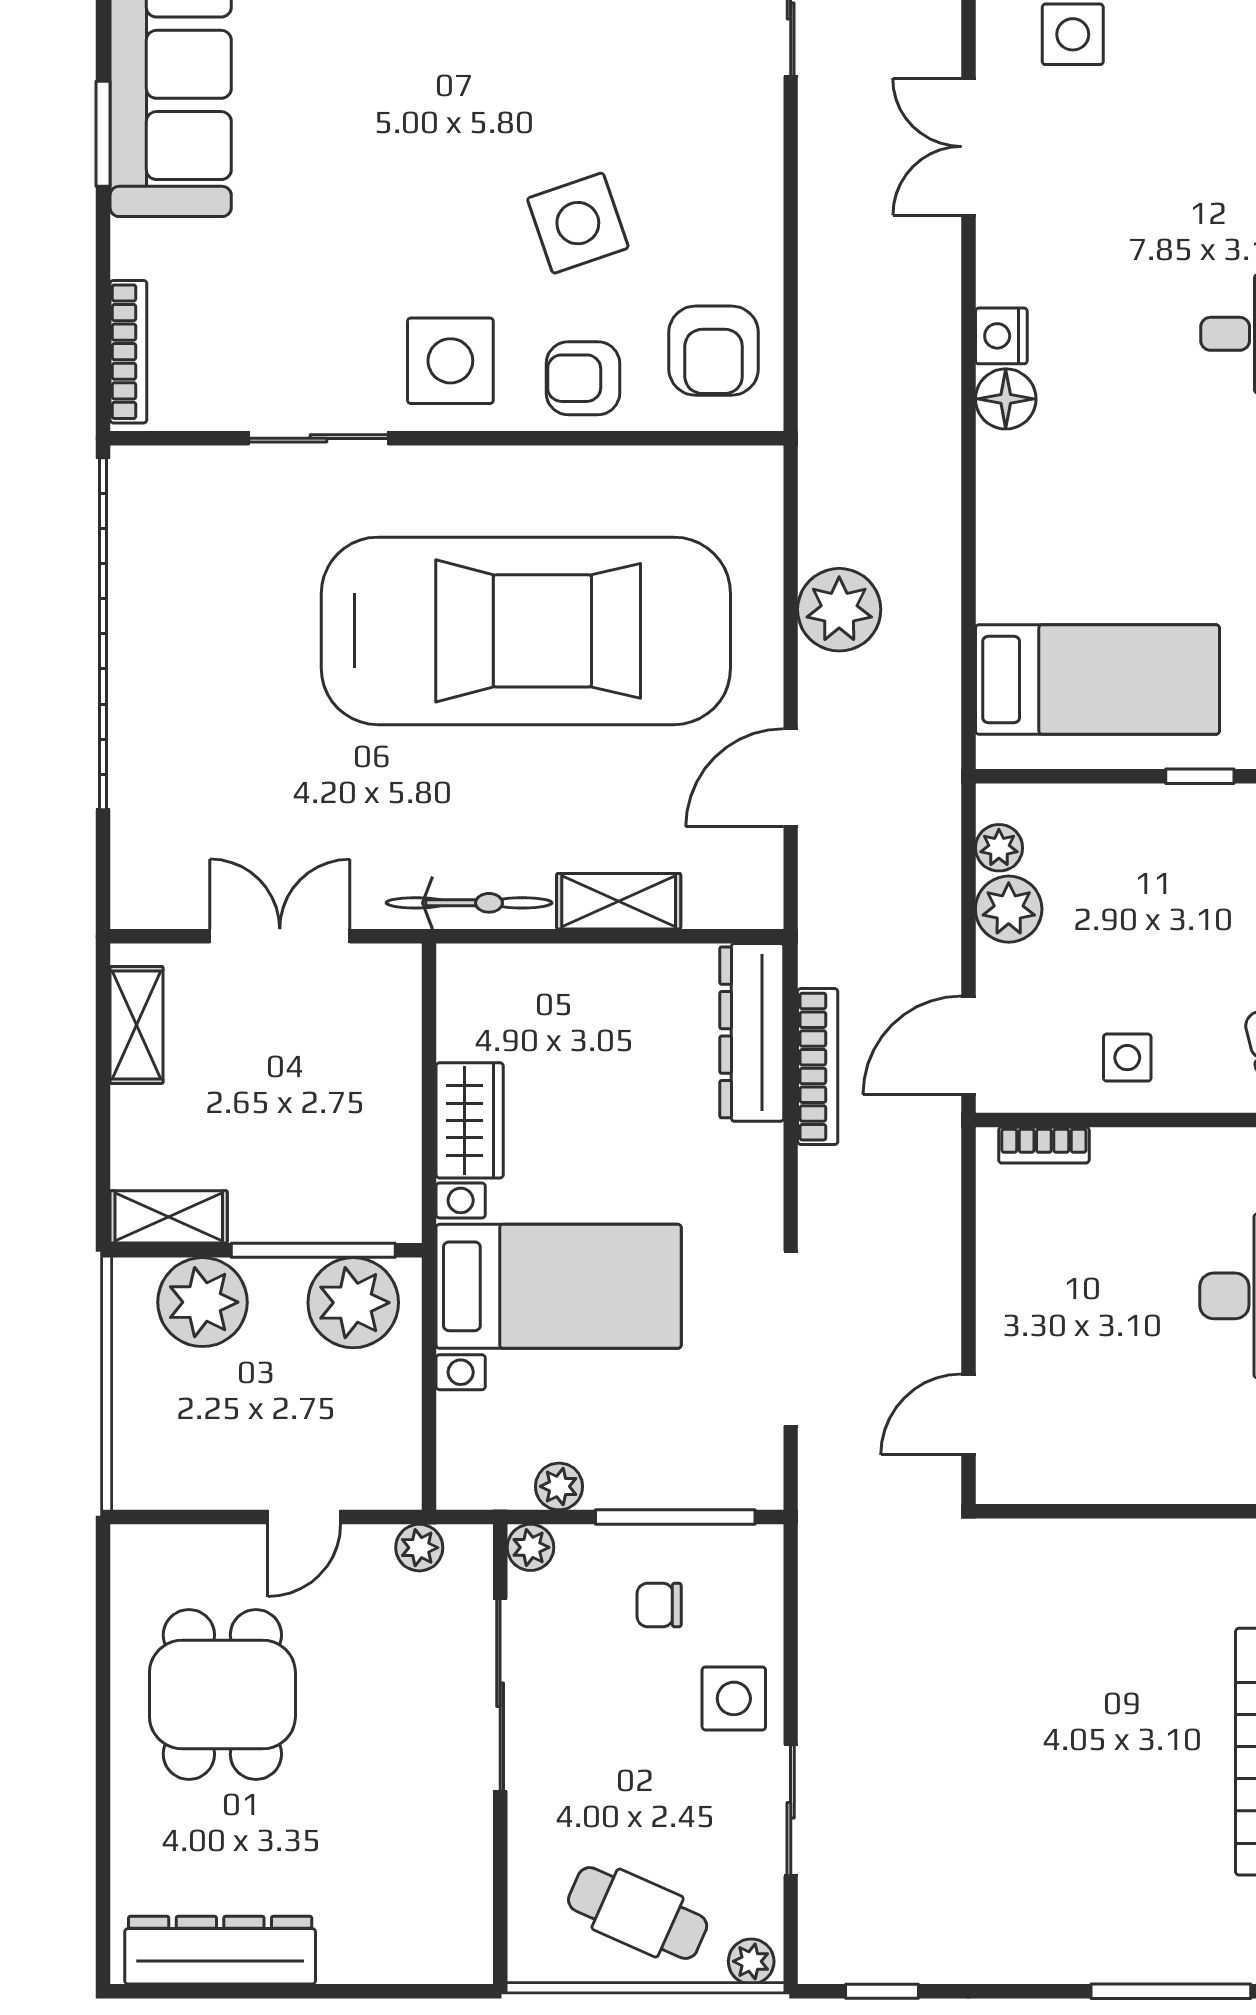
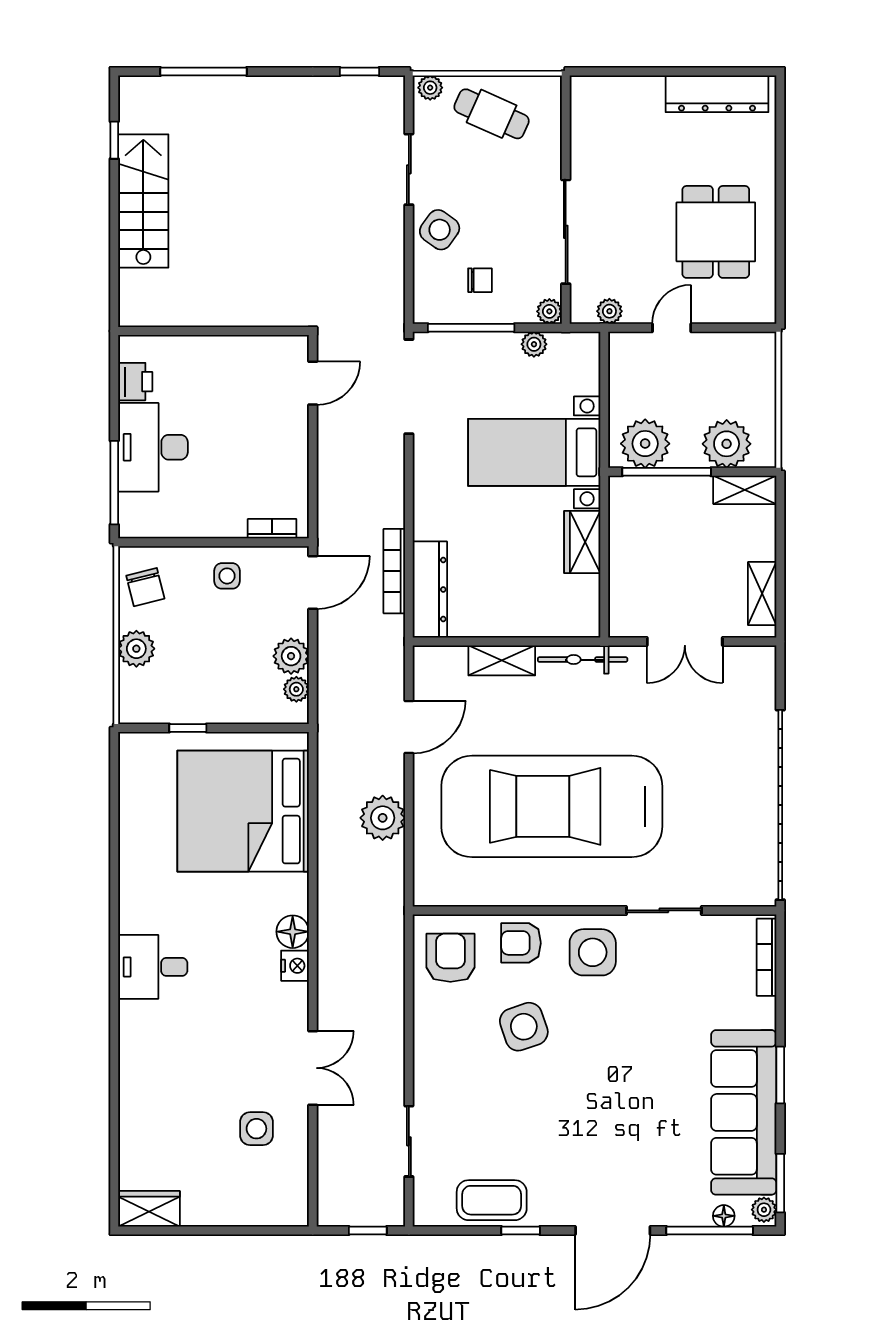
armchair: (583, 378) -> (521, 943), turned 180
bed: (1097, 679) -> (243, 811), width x2.04
doorway: (791, 1339) -> (409, 387), moved
side table: (734, 1698) -> (440, 230), turned 36

